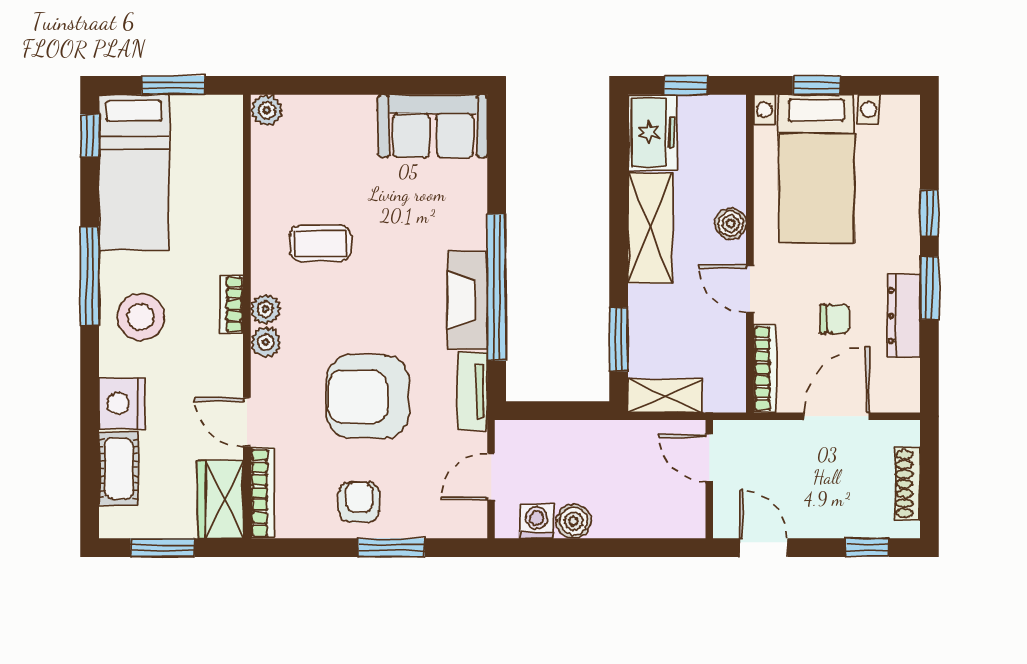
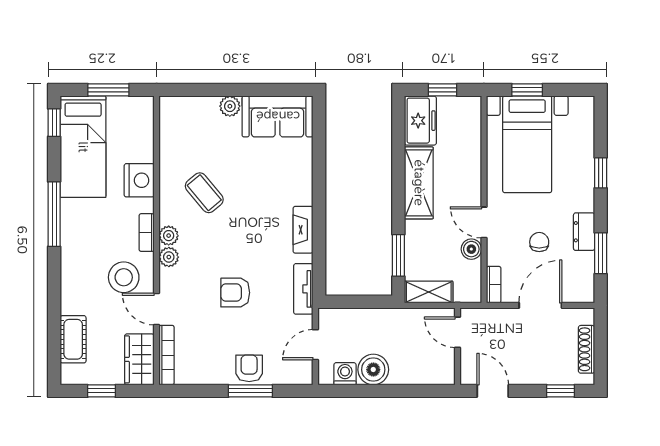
plant: (267, 110) -> (230, 106), moved
boiler: (731, 224) -> (471, 249), moved
coffee table: (320, 243) -> (204, 193), turned 50
window: (497, 287) -> (319, 221), removed
window: (929, 288) -> (601, 253), moved
fireplace: (467, 300) -> (303, 230), width x0.73, depth x0.76
dresser: (904, 316) -> (584, 232), width x0.70
stool: (141, 317) -> (124, 277), moved
chair: (835, 319) -> (539, 242), turned -90
bookcase: (765, 369) -> (494, 285), width x0.64
armchair: (368, 397) -> (235, 293), width x0.53, depth x0.53
nightstand: (122, 403) -> (139, 180), moved, turned 180
armchair: (359, 502) -> (249, 368), moved
boiler: (574, 521) -> (373, 370), width x1.36, depth x1.36
window: (163, 548) -> (102, 391), width x0.67

